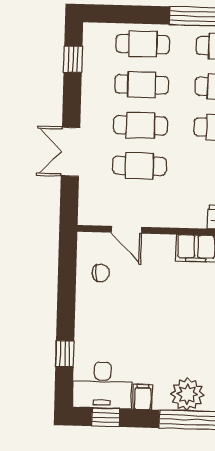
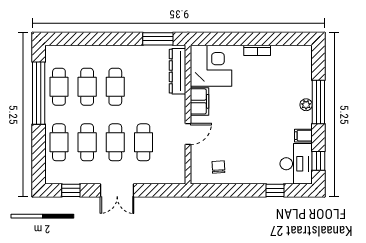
double door: (70, 152) -> (117, 190), moved
door: (126, 230) -> (188, 134), moved
plant: (187, 394) -> (306, 105), width x0.53, depth x0.53

